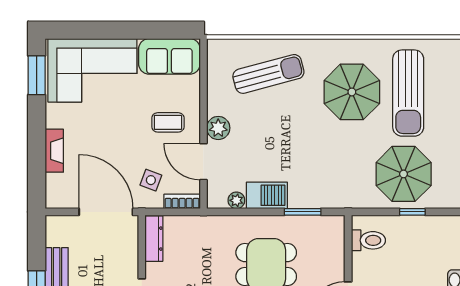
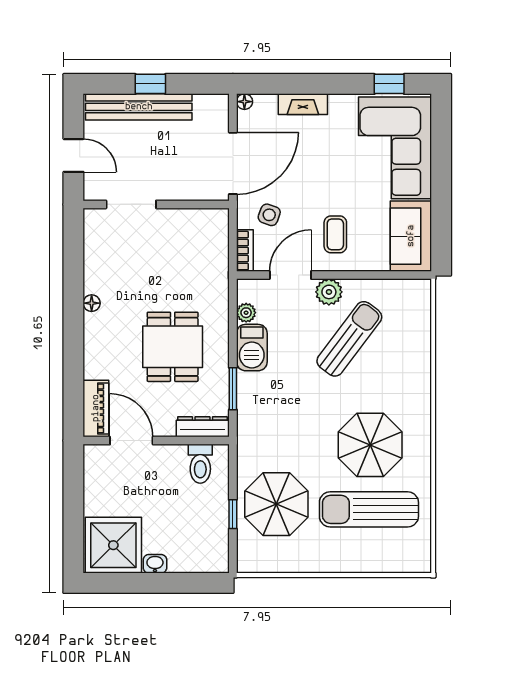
sun lounger: (268, 74) -> (349, 339), moved, turned -128
window: (37, 75) -> (389, 84), width x0.67
floor lamp: (52, 202) -> (244, 102), added
dresser: (154, 239) -> (203, 427), moved, turned 180

